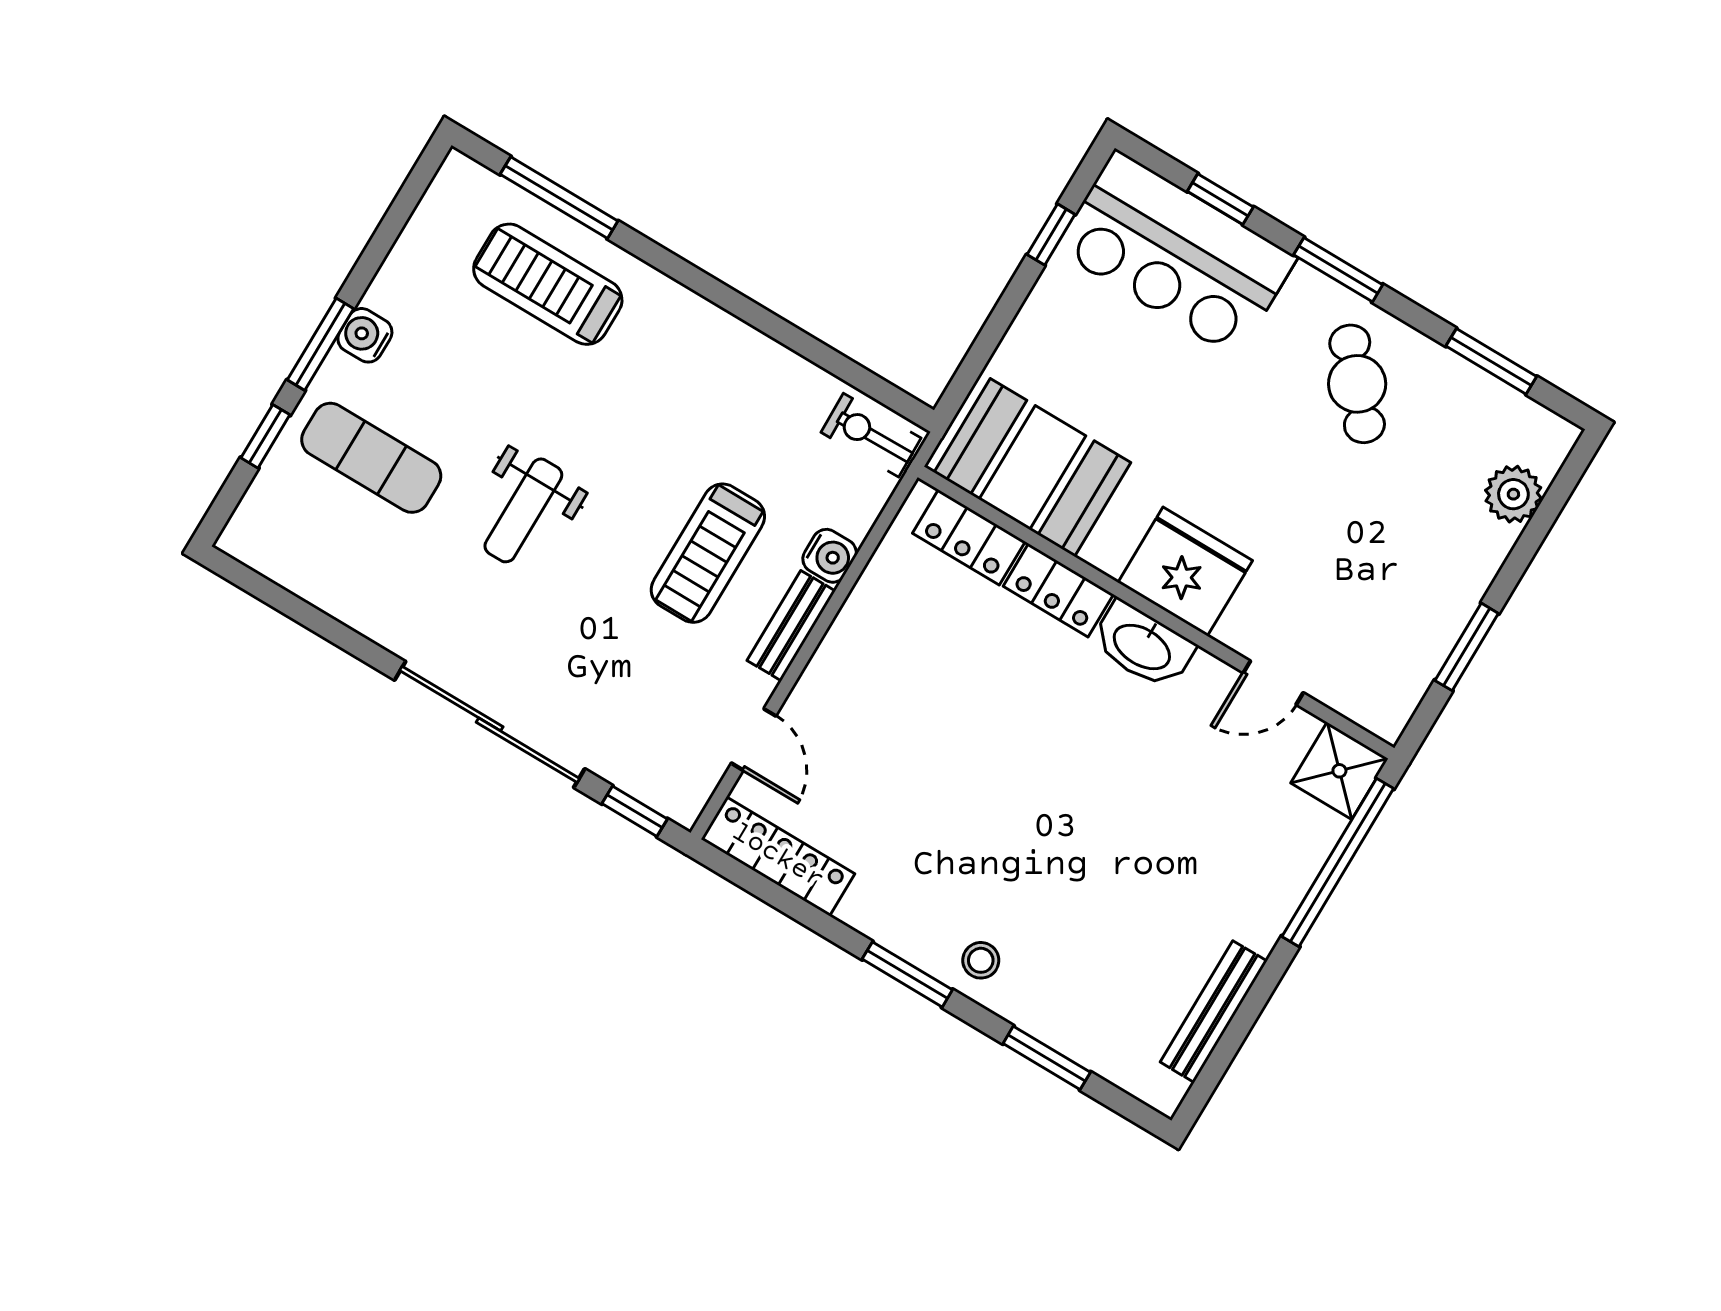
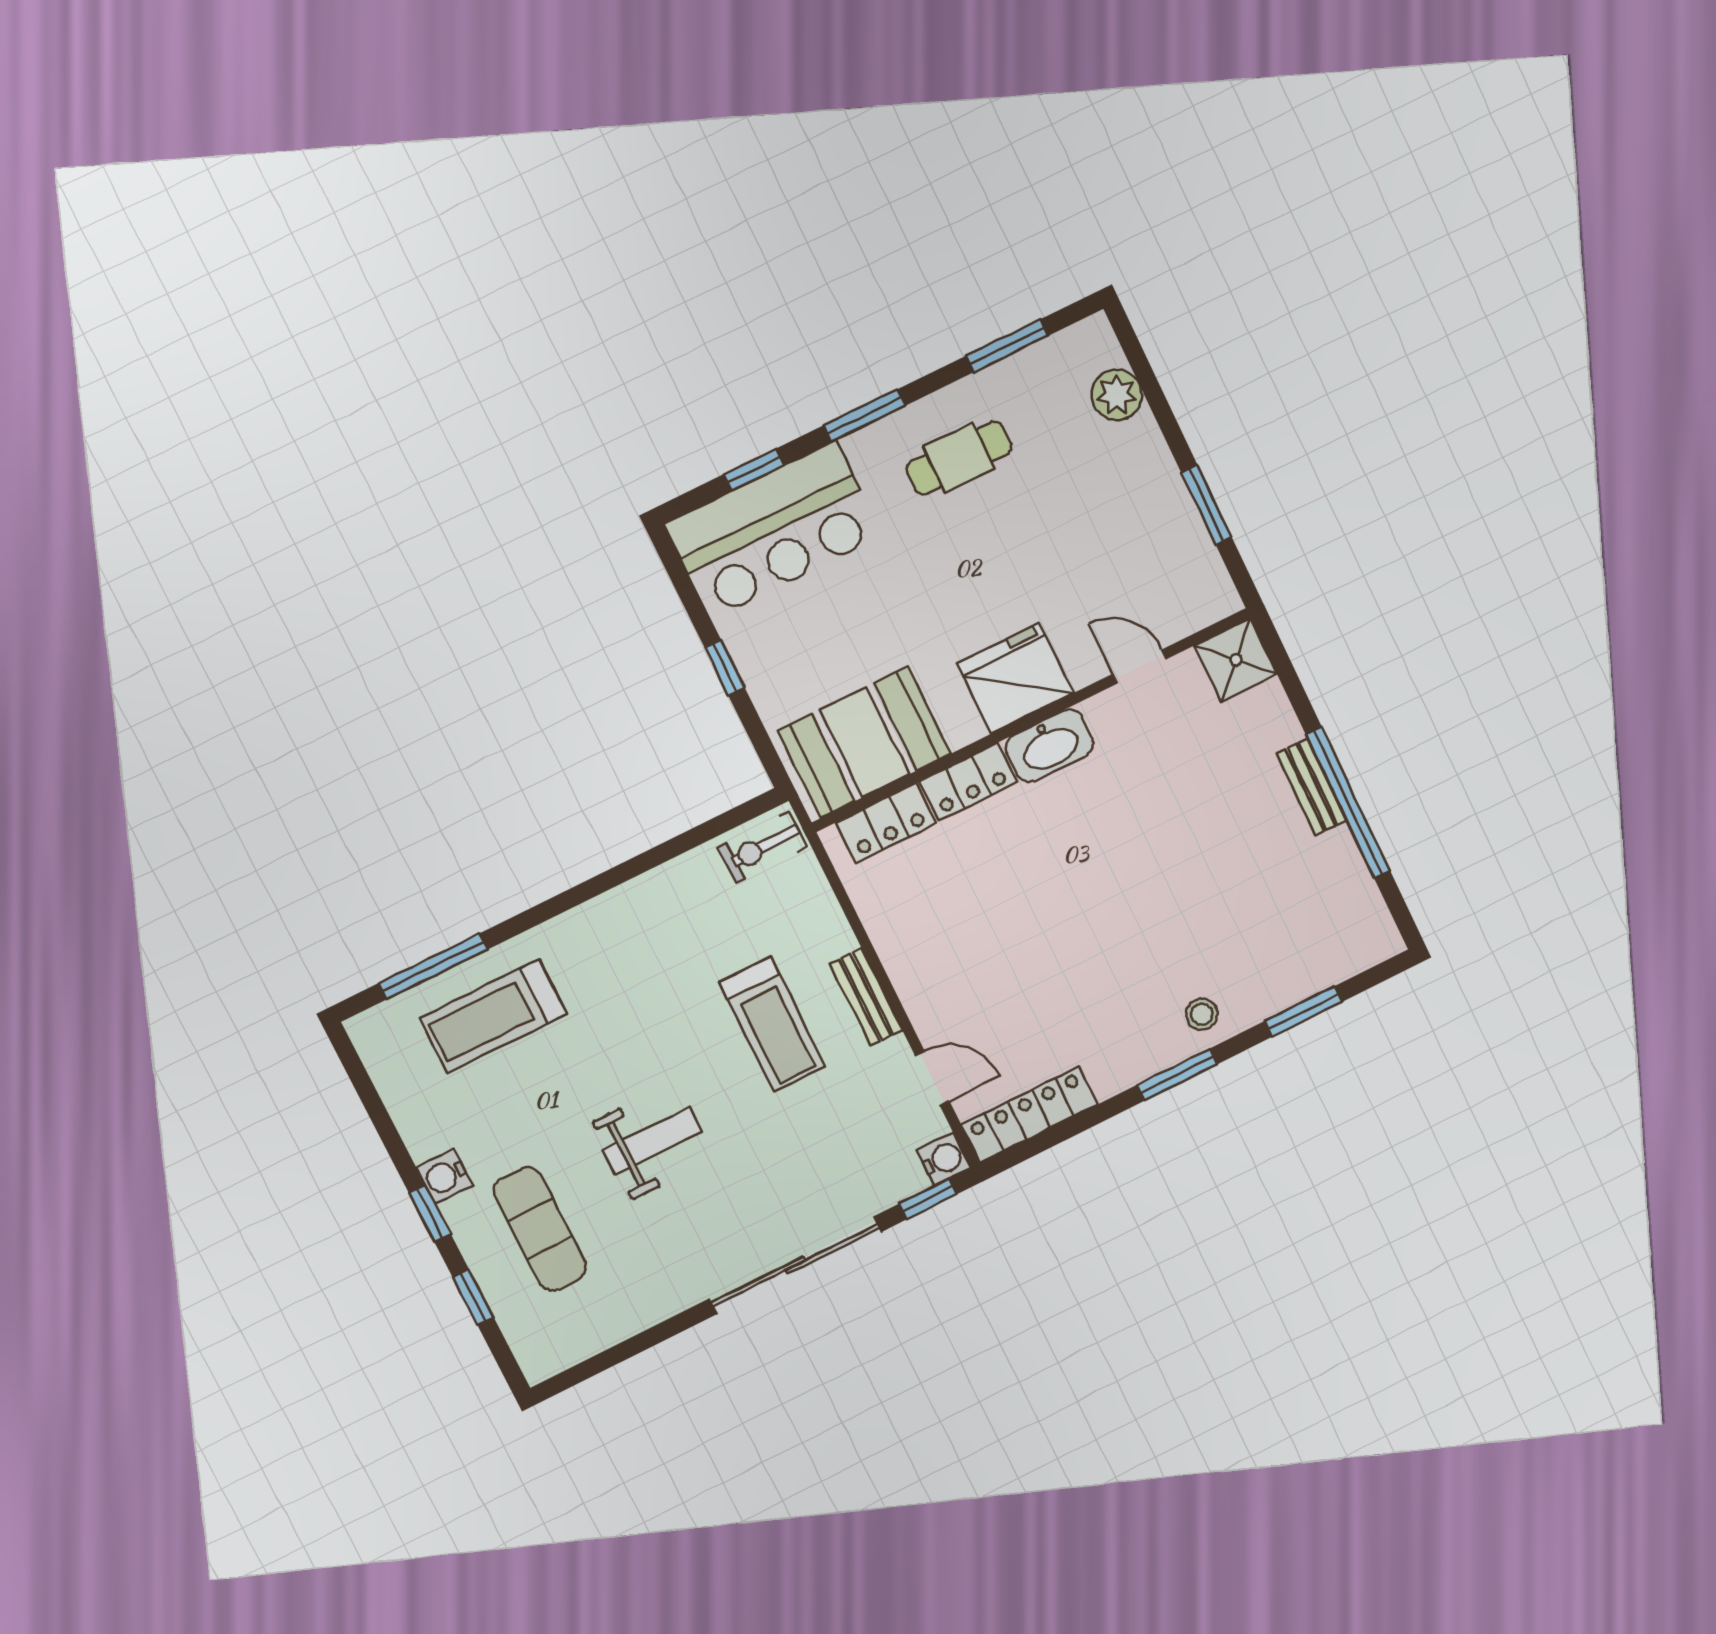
window: (1051, 234) -> (725, 668), moved
window: (321, 344) -> (430, 1214), width x0.67
cafe table: (1357, 384) -> (959, 458), turned -49
exercise mat: (371, 458) -> (540, 1229), turned 90
weight bench: (523, 510) -> (652, 1141), turned -90
water cooler: (830, 556) -> (944, 1159), moved
door: (1273, 683) -> (1140, 666), swing flipped
window: (1338, 862) -> (1348, 803), moved
bench: (1214, 1012) -> (1312, 787), moved, width x0.73

